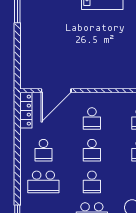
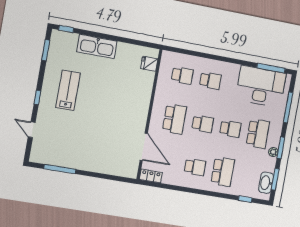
locker: (26, 110) -> (151, 176), width x0.66
school desk: (92, 119) -> (174, 119), width x1.85

